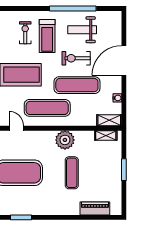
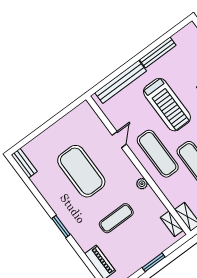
plant: (65, 140) -> (142, 184), width x0.53, depth x0.53
window: (21, 217) -> (61, 227), moved

